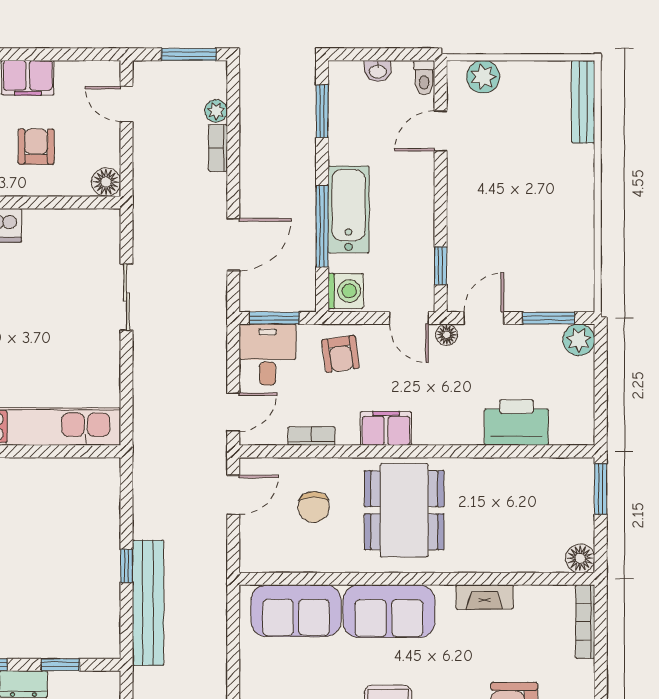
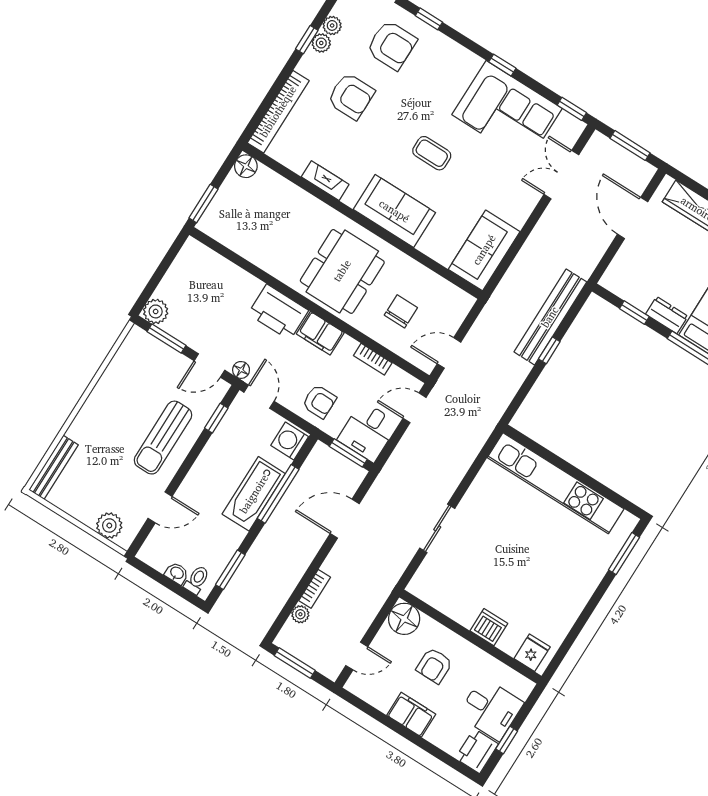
toilet: (424, 78) -> (197, 580), moved
door: (127, 104) -> (357, 656), hinge flipped
floor lamp: (106, 182) -> (404, 619), width x1.38, depth x1.38
sun lounger: (485, 208) -> (163, 438), added
armchair: (341, 354) -> (319, 401), turned 98
printer: (516, 423) -> (278, 312), moved
sofa: (296, 611) -> (484, 250), moved, turned -90
bookcase: (585, 622) -> (278, 112), width x1.48, depth x1.31

